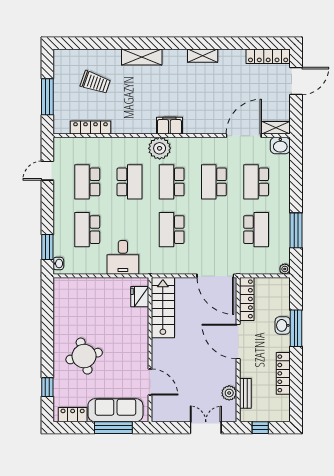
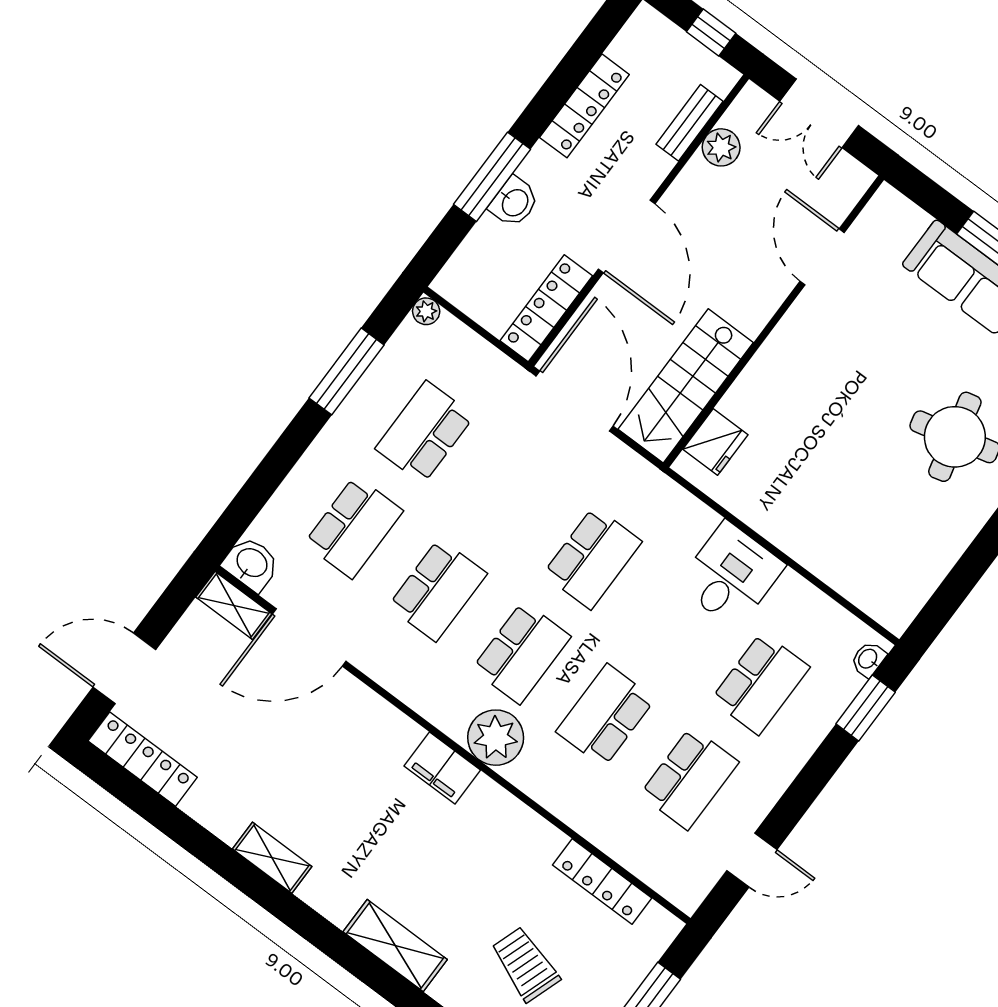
fridge: (140, 297) -> (715, 442), moved
stairs: (163, 308) -> (686, 386), moved
wall: (150, 350) -> (774, 321), moved
door: (150, 382) -> (822, 257), moved

